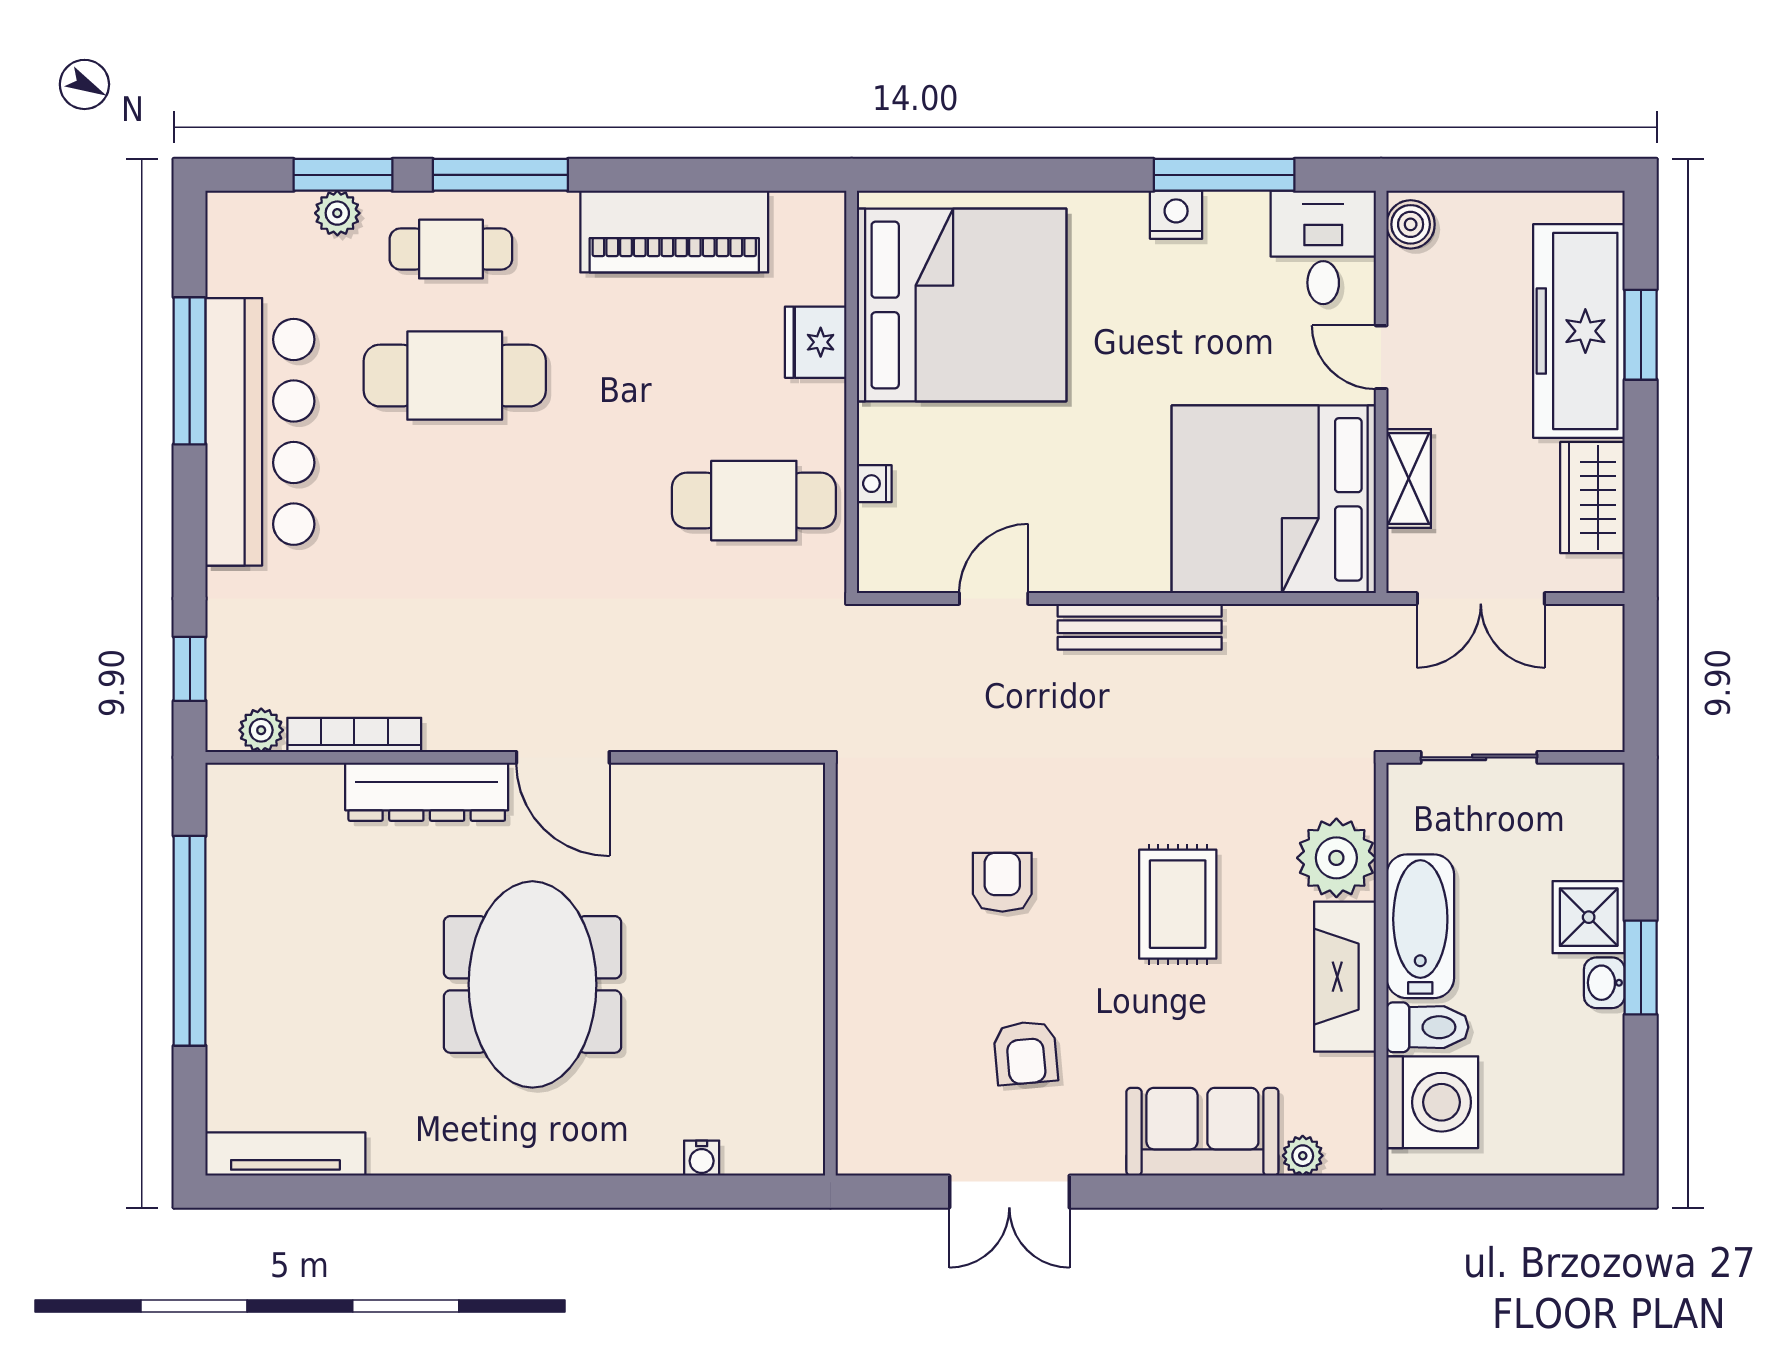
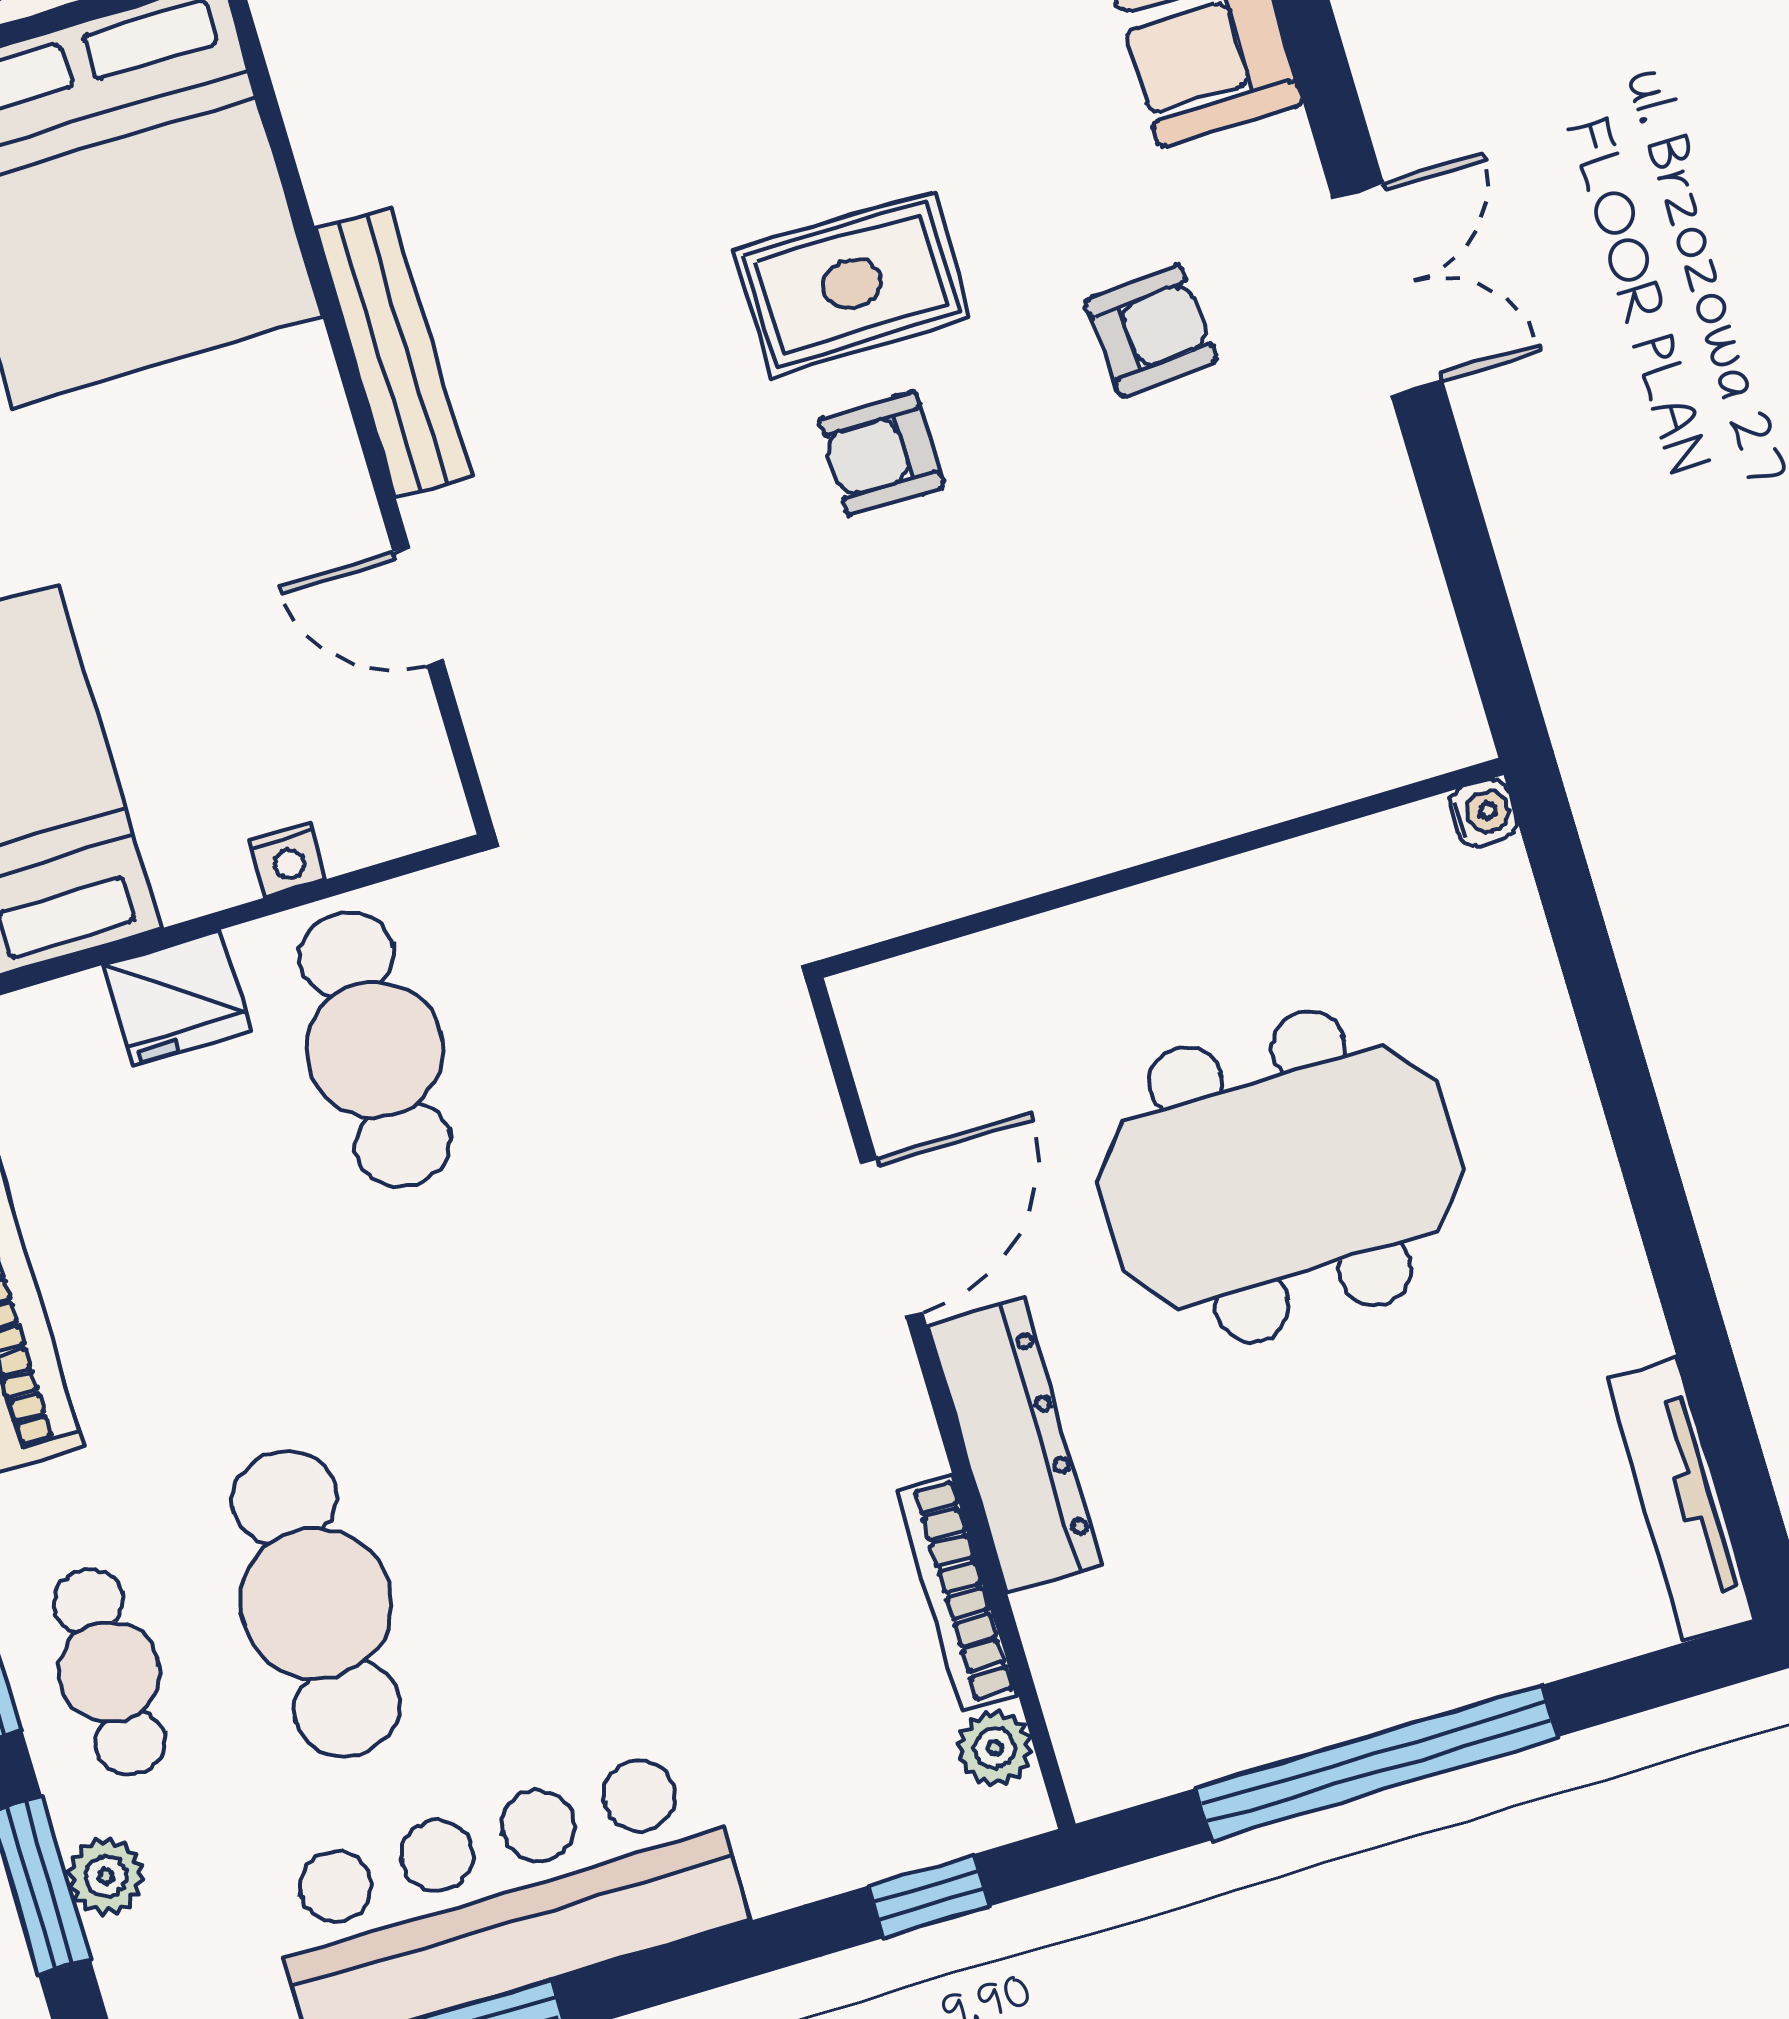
fridge: (816, 342) -> (177, 998), moved
rug: (1178, 904) -> (852, 284), moved
wall: (830, 969) -> (1161, 868), moved

